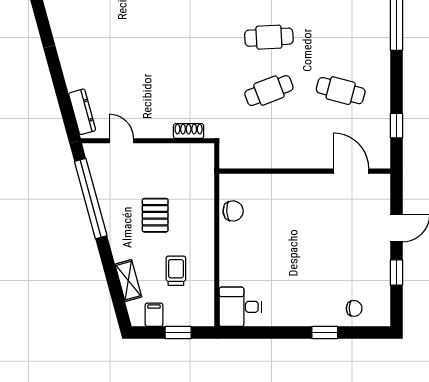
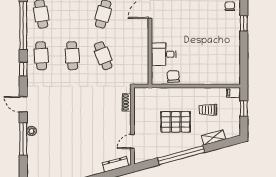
window: (91, 199) -> (181, 155), moved
pallet: (155, 215) -> (176, 122), width x1.50, depth x1.42
desk: (240, 307) -> (164, 54), moved, turned 90
filing cabinet: (154, 315) -> (233, 93), moved

